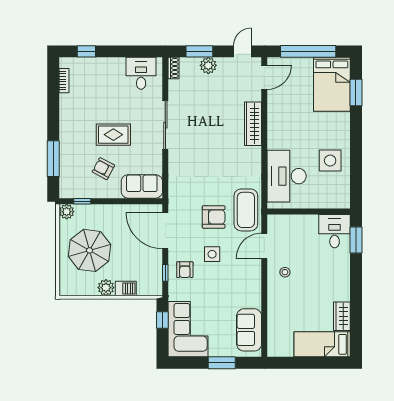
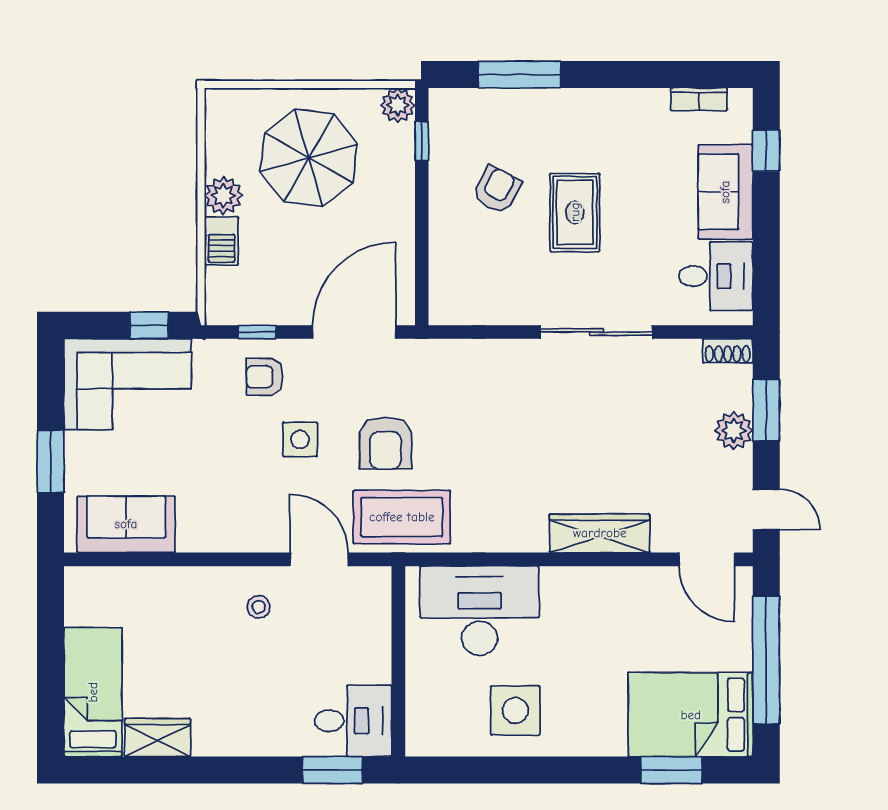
sofa: (142, 186) -> (725, 192), moved, turned 180

